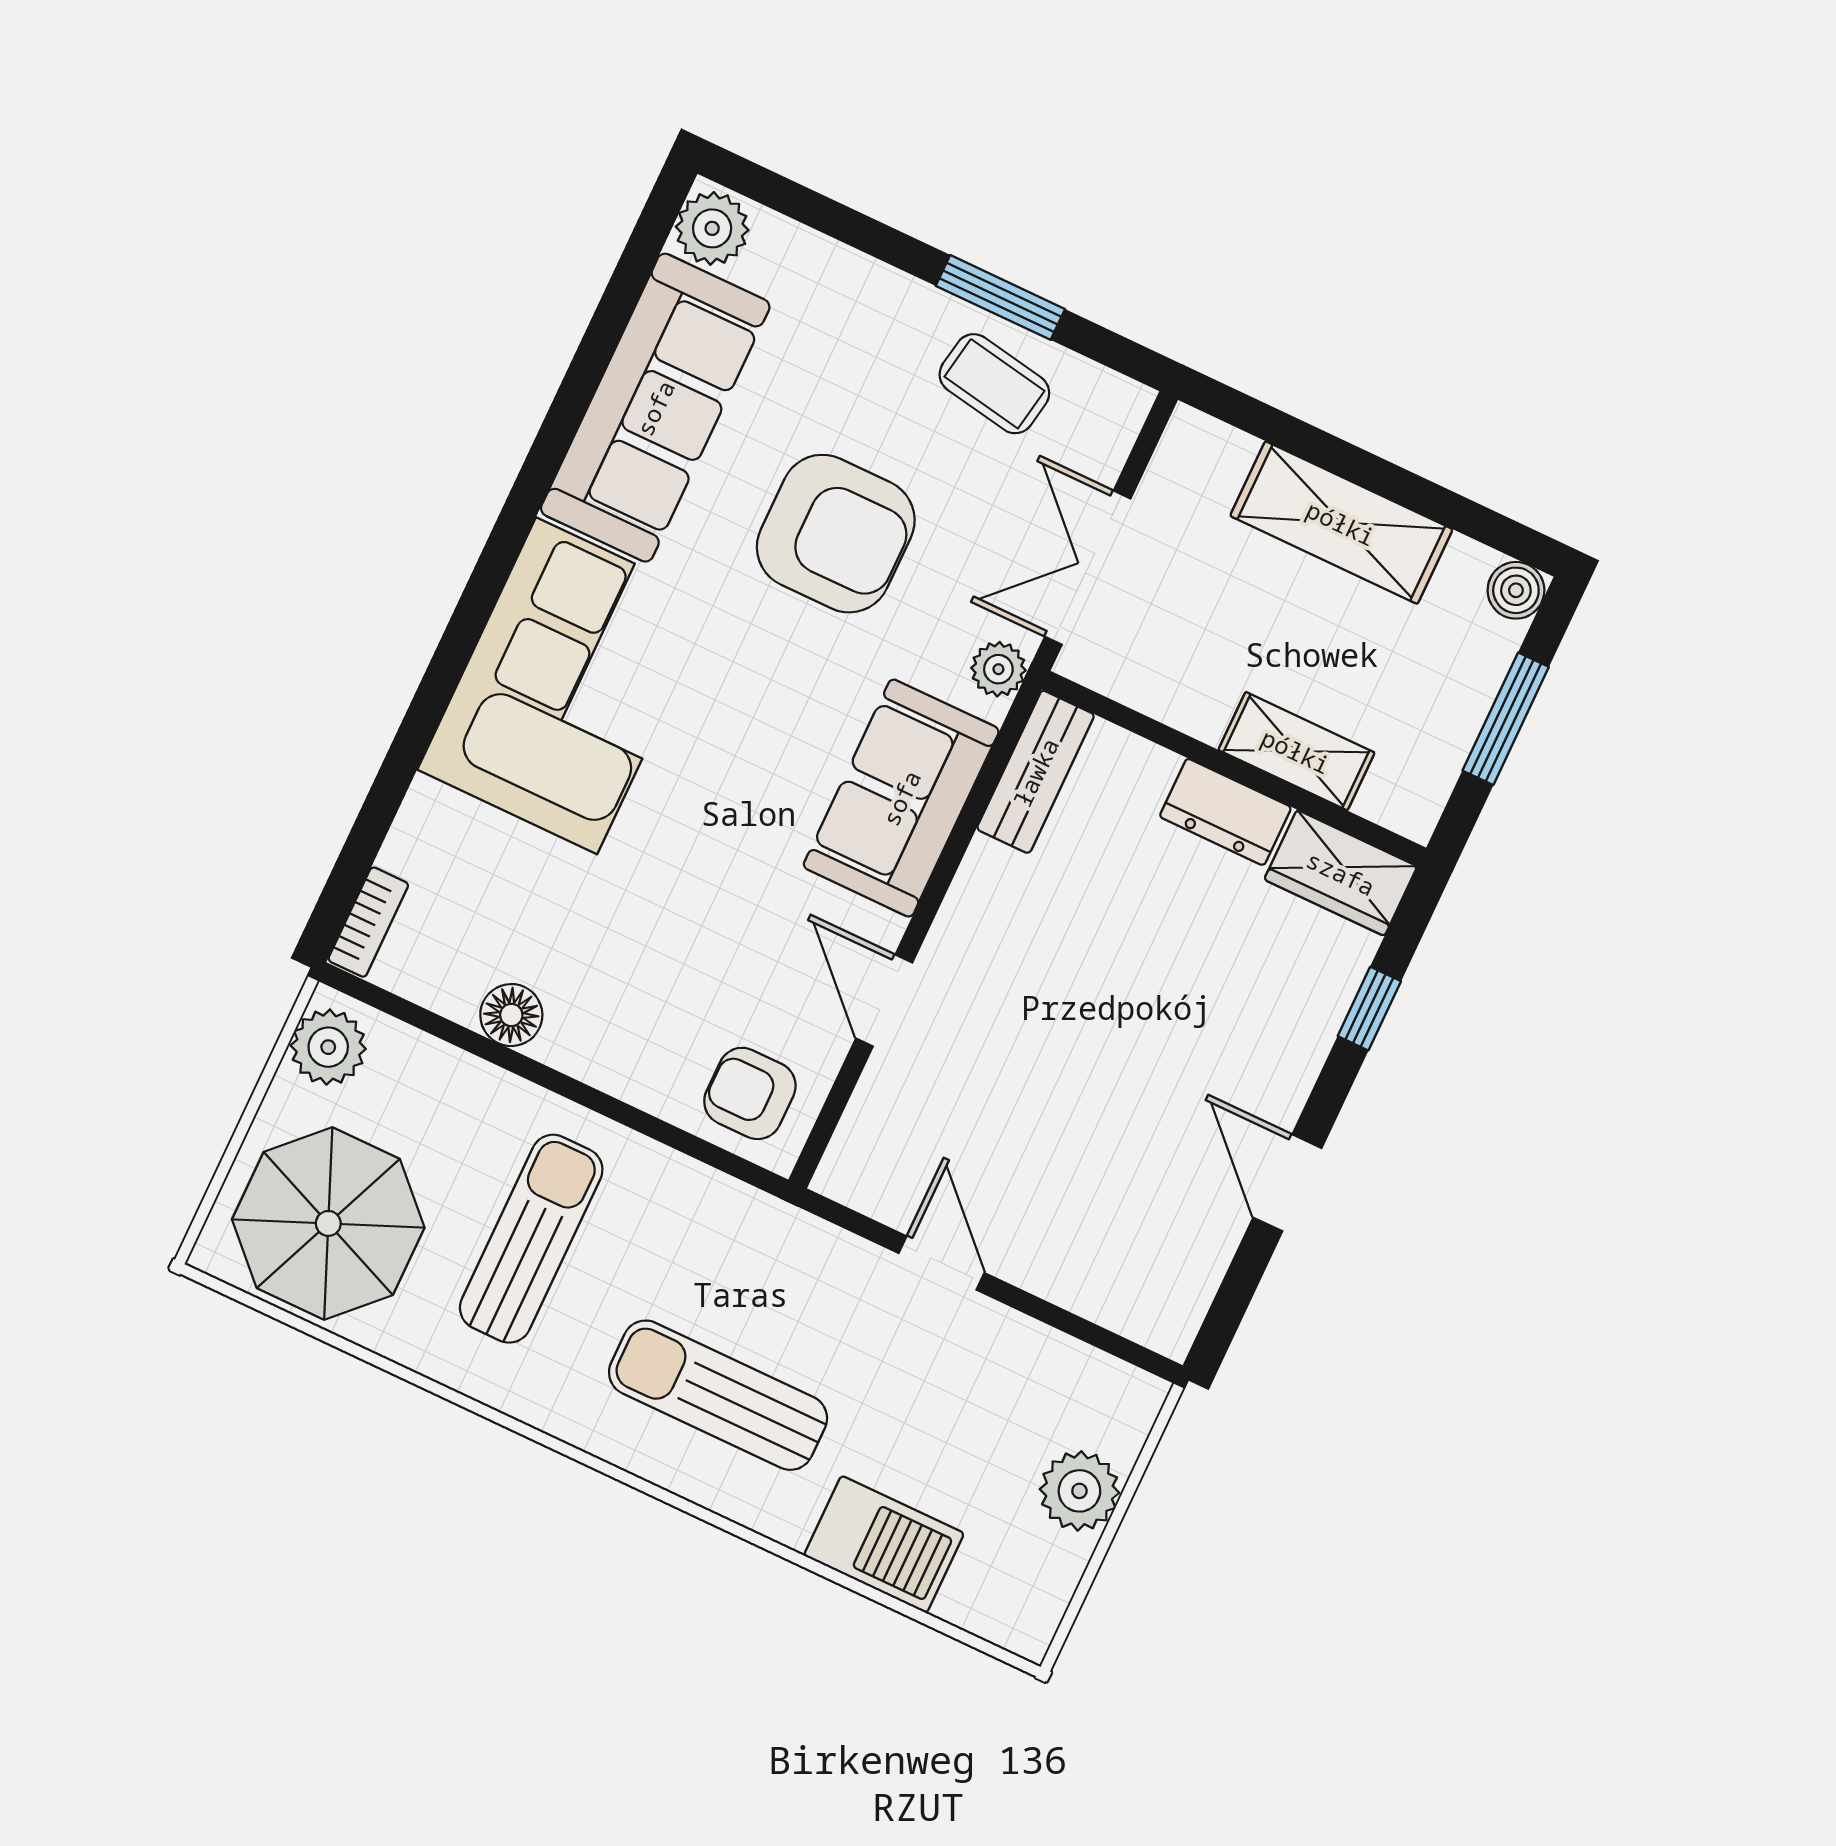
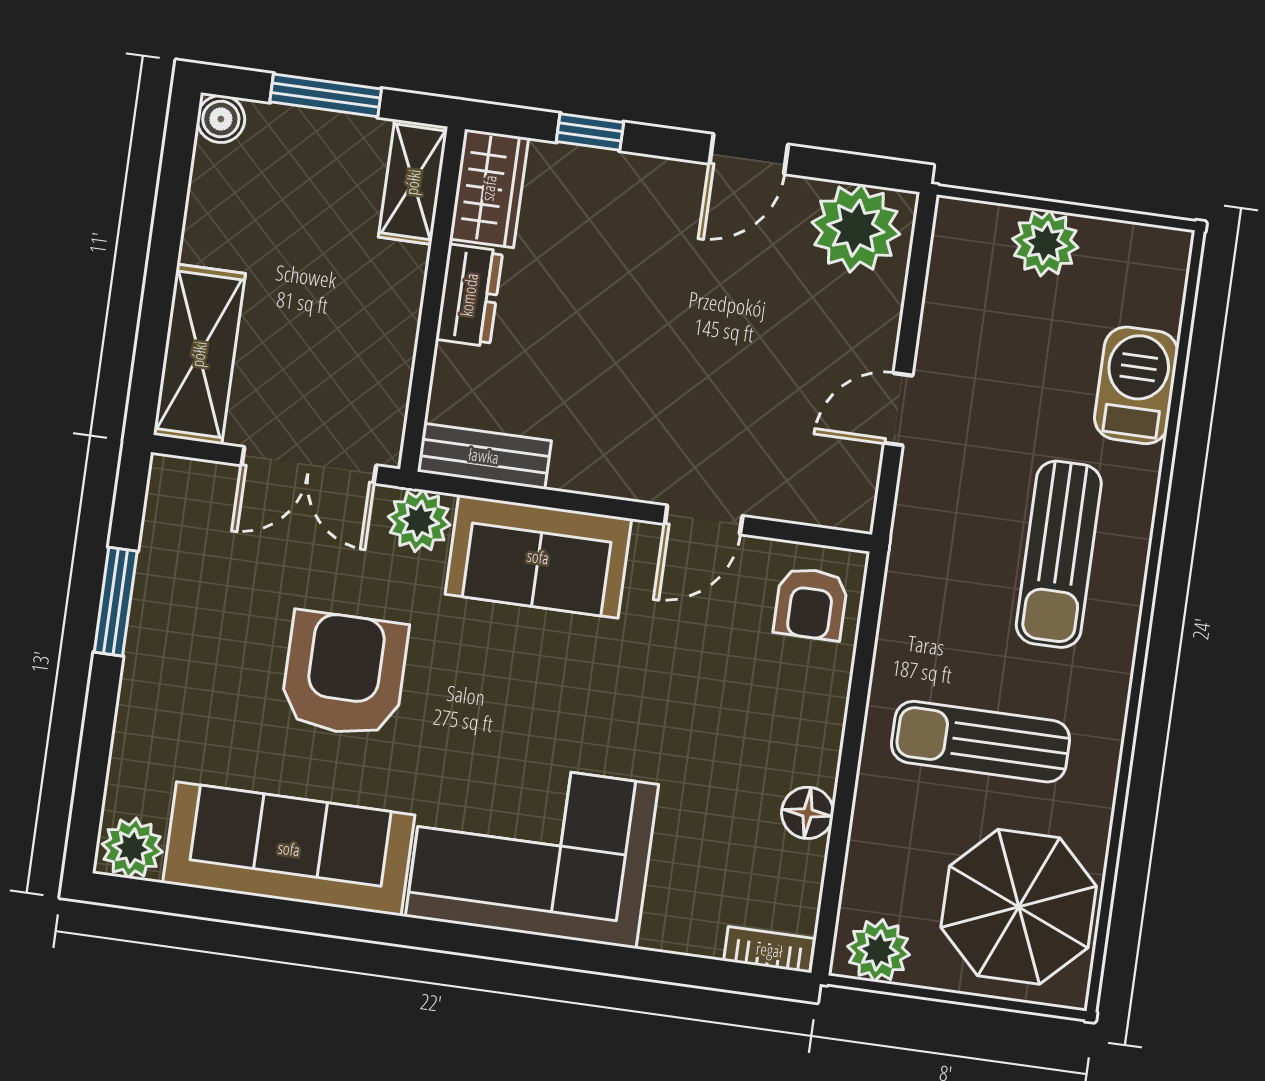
coffee table: (994, 384) -> (186, 585), removed
shelving: (1341, 523) -> (199, 354), moved
plant: (998, 669) -> (419, 521), width x1.38, depth x1.38
shelving: (1296, 751) -> (413, 182), moved
plant: (1164, 1279) -> (856, 228), added

